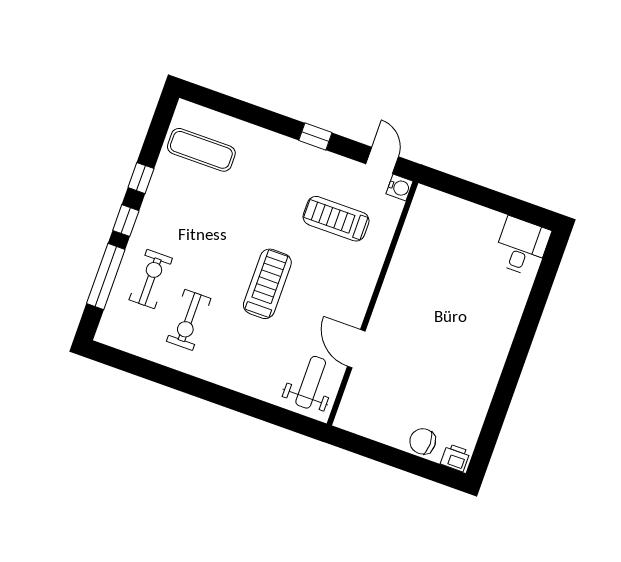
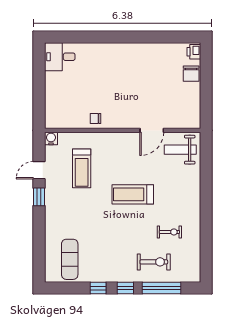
door: (382, 160) -> (39, 170), moved
chair: (406, 268) -> (95, 118), added
exercise bike: (151, 279) -> (154, 262), turned 180
exercise bike: (189, 320) -> (169, 232), width x0.73, depth x0.72

